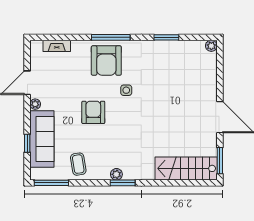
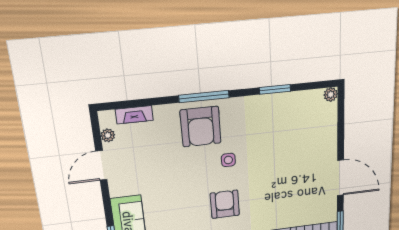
plant: (35, 104) -> (108, 135), moved
armchair: (93, 112) -> (225, 204), moved

